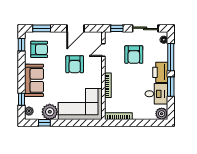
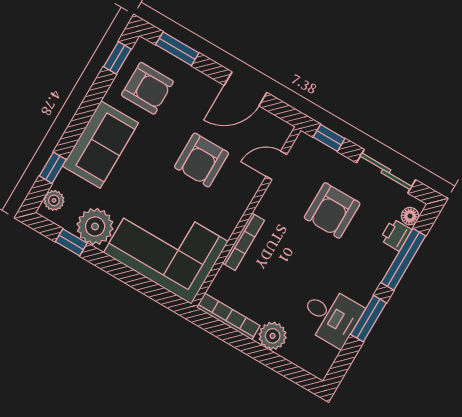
printer: (160, 72) -> (396, 235), moved, width x0.53, depth x0.68
plant: (162, 114) -> (273, 336), moved

